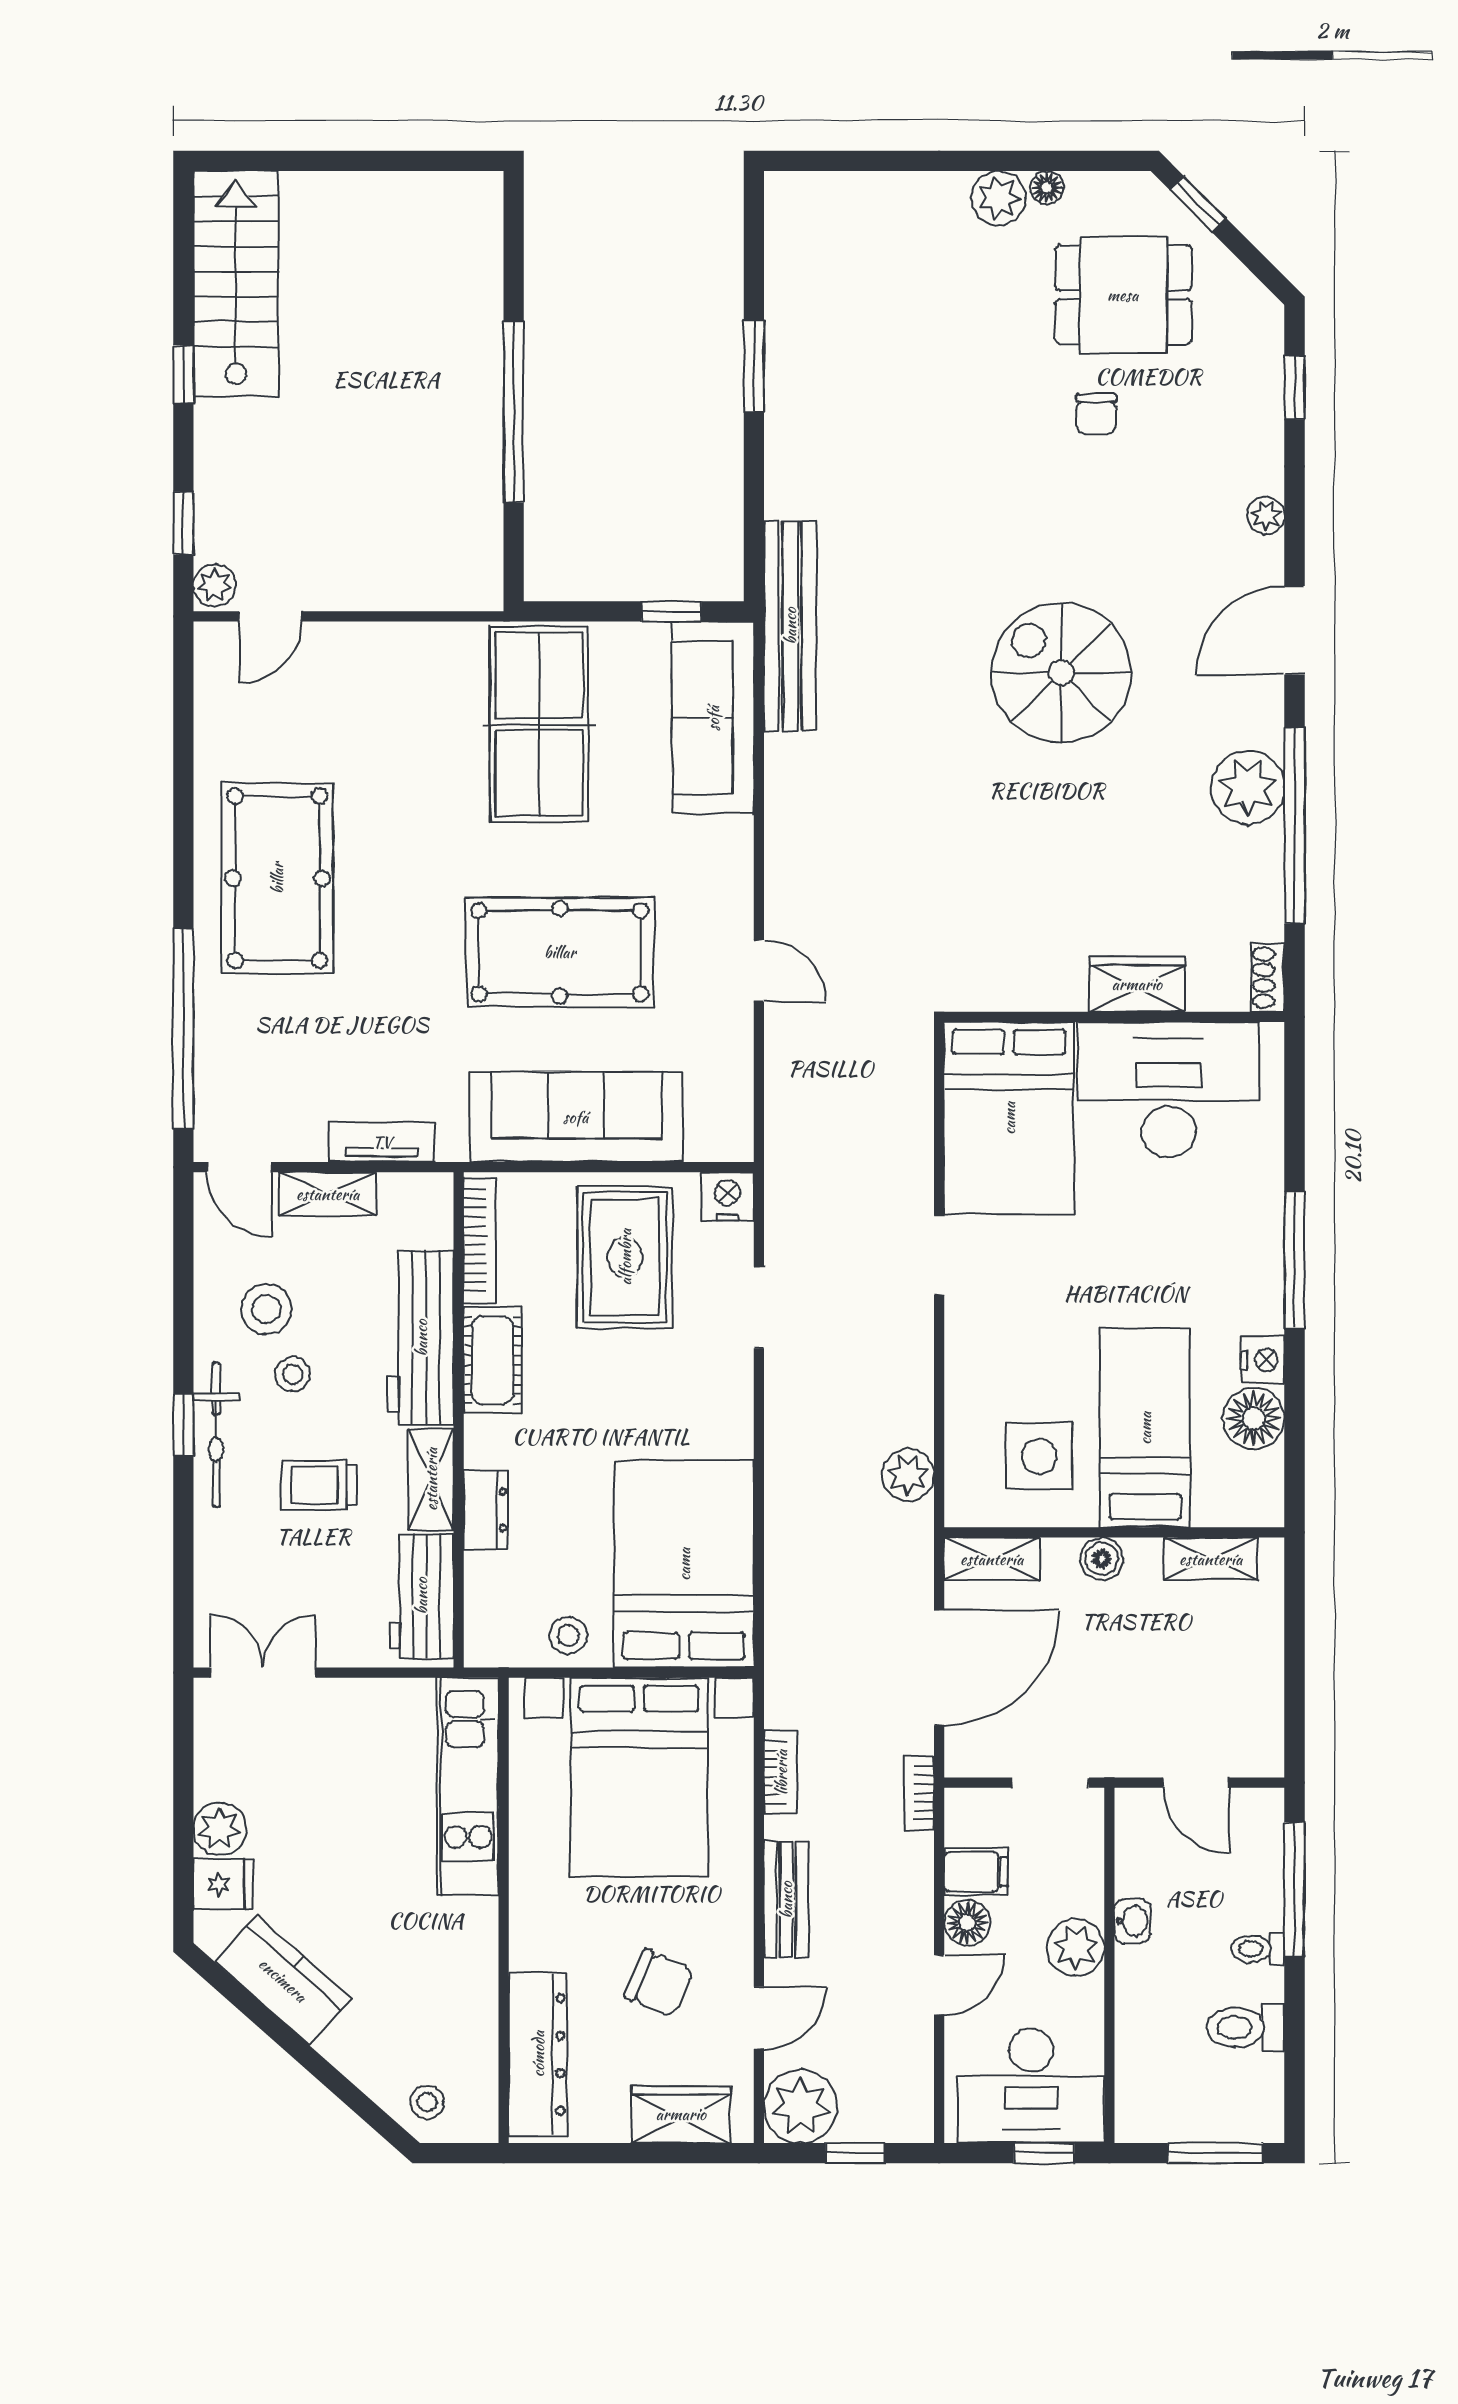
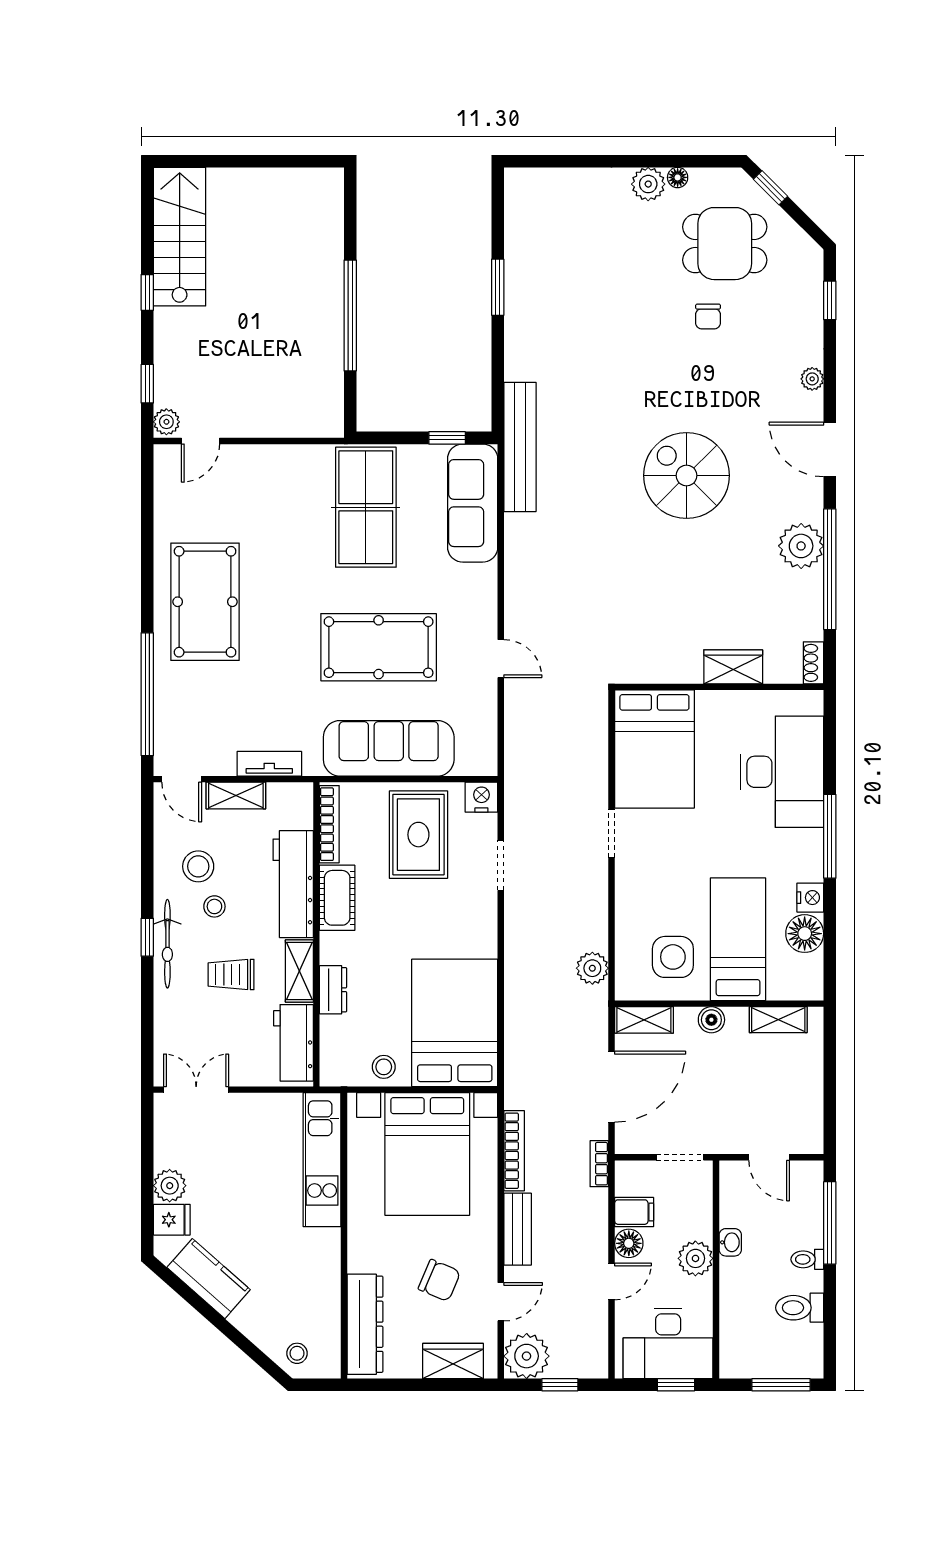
door: (1295, 630) -> (830, 449), hinge flipped
desk: (1169, 1090) -> (782, 772), moved, turned 90
bookcase: (781, 1772) -> (514, 1151), width x1.56

